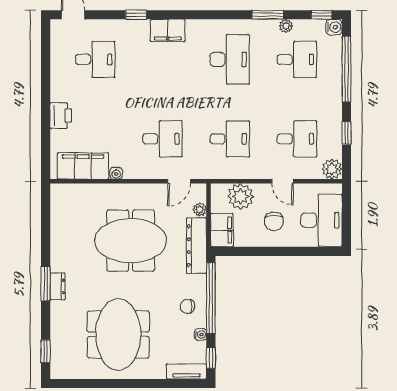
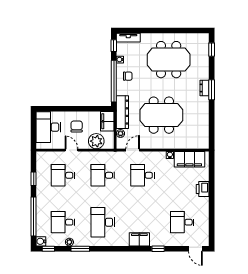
plant: (332, 169) -> (42, 157), removed
meeting table: (118, 334) -> (169, 60), turned 90

